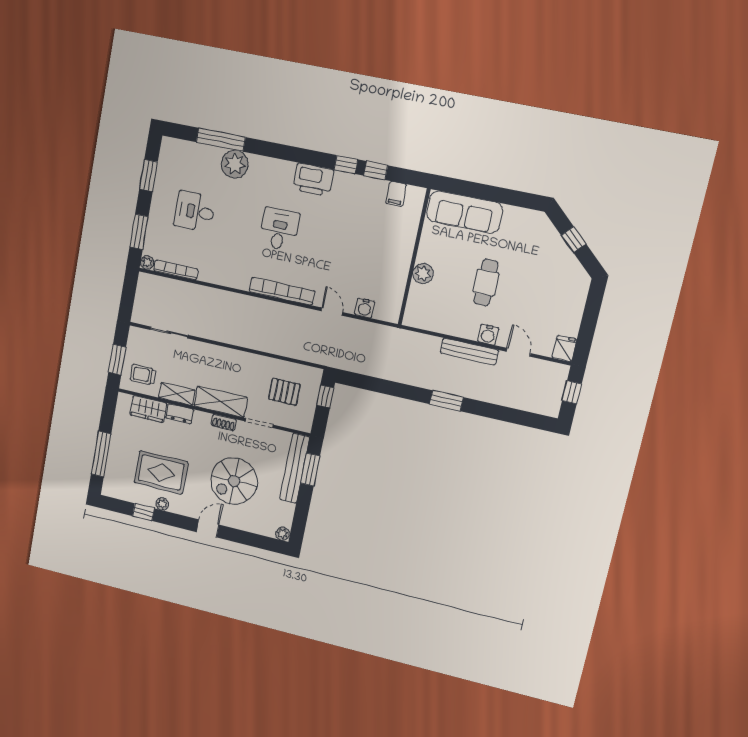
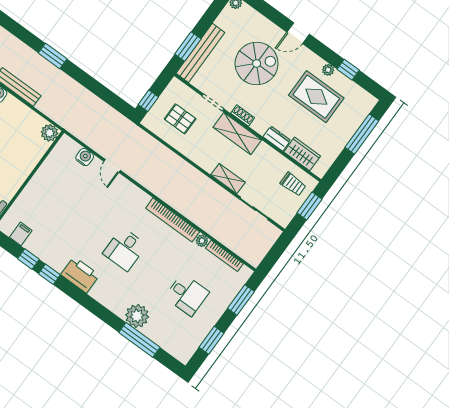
plant: (147, 262) -> (202, 241), moved
plant: (423, 274) -> (50, 133), moved
bookcase: (282, 291) -> (173, 220), moved
shelving: (177, 394) -> (228, 179), moved

